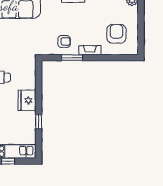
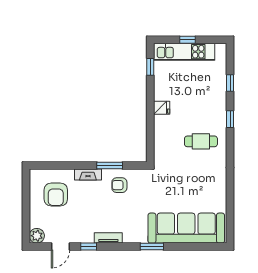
fridge: (27, 100) -> (162, 108), width x0.53, depth x0.75
window: (39, 122) -> (150, 67), moved

